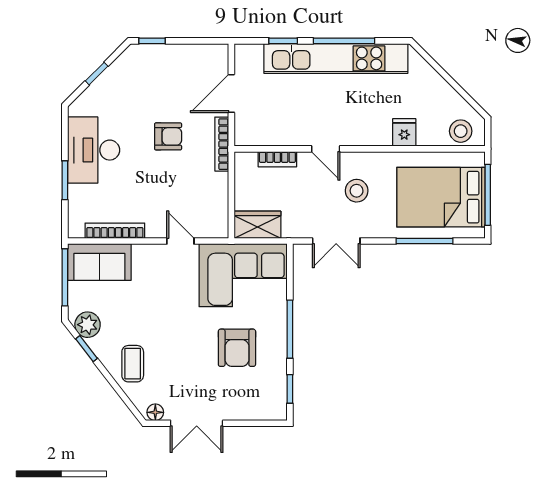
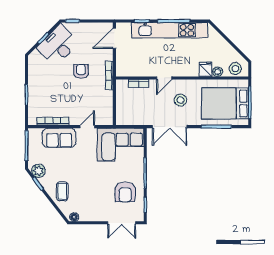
door: (231, 93) -> (114, 38), moved
armchair: (168, 136) -> (81, 71), turned -90
plant: (427, 137) -> (218, 72), added
door: (326, 149) -> (164, 78), hinge flipped
desk: (94, 150) -> (58, 45), moved, turned 45
wardrobe: (257, 225) -> (128, 118), removed
door: (180, 241) -> (87, 127), hinge flipped
double door: (336, 241) -> (170, 127), width x1.37
sofa: (99, 262) -> (59, 138), moved
armchair: (237, 348) -> (125, 192), moved
double door: (197, 423) -> (122, 223), moved

